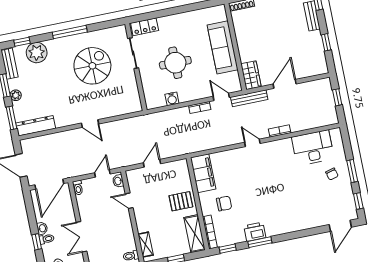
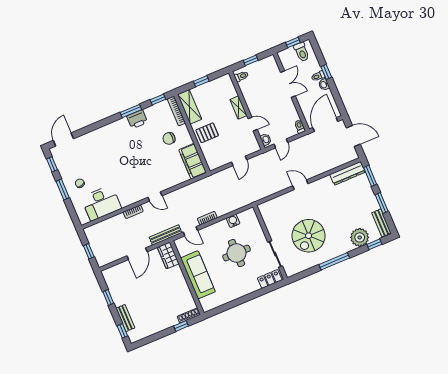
plant: (16, 95) -> (370, 196), removed
shelving: (146, 245) -> (238, 107), moved

